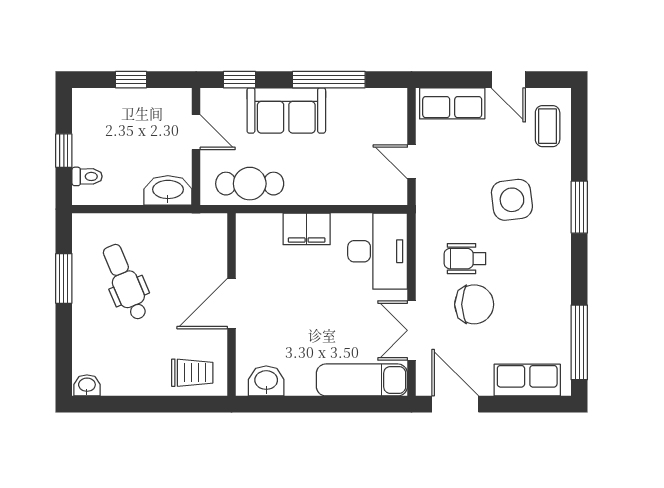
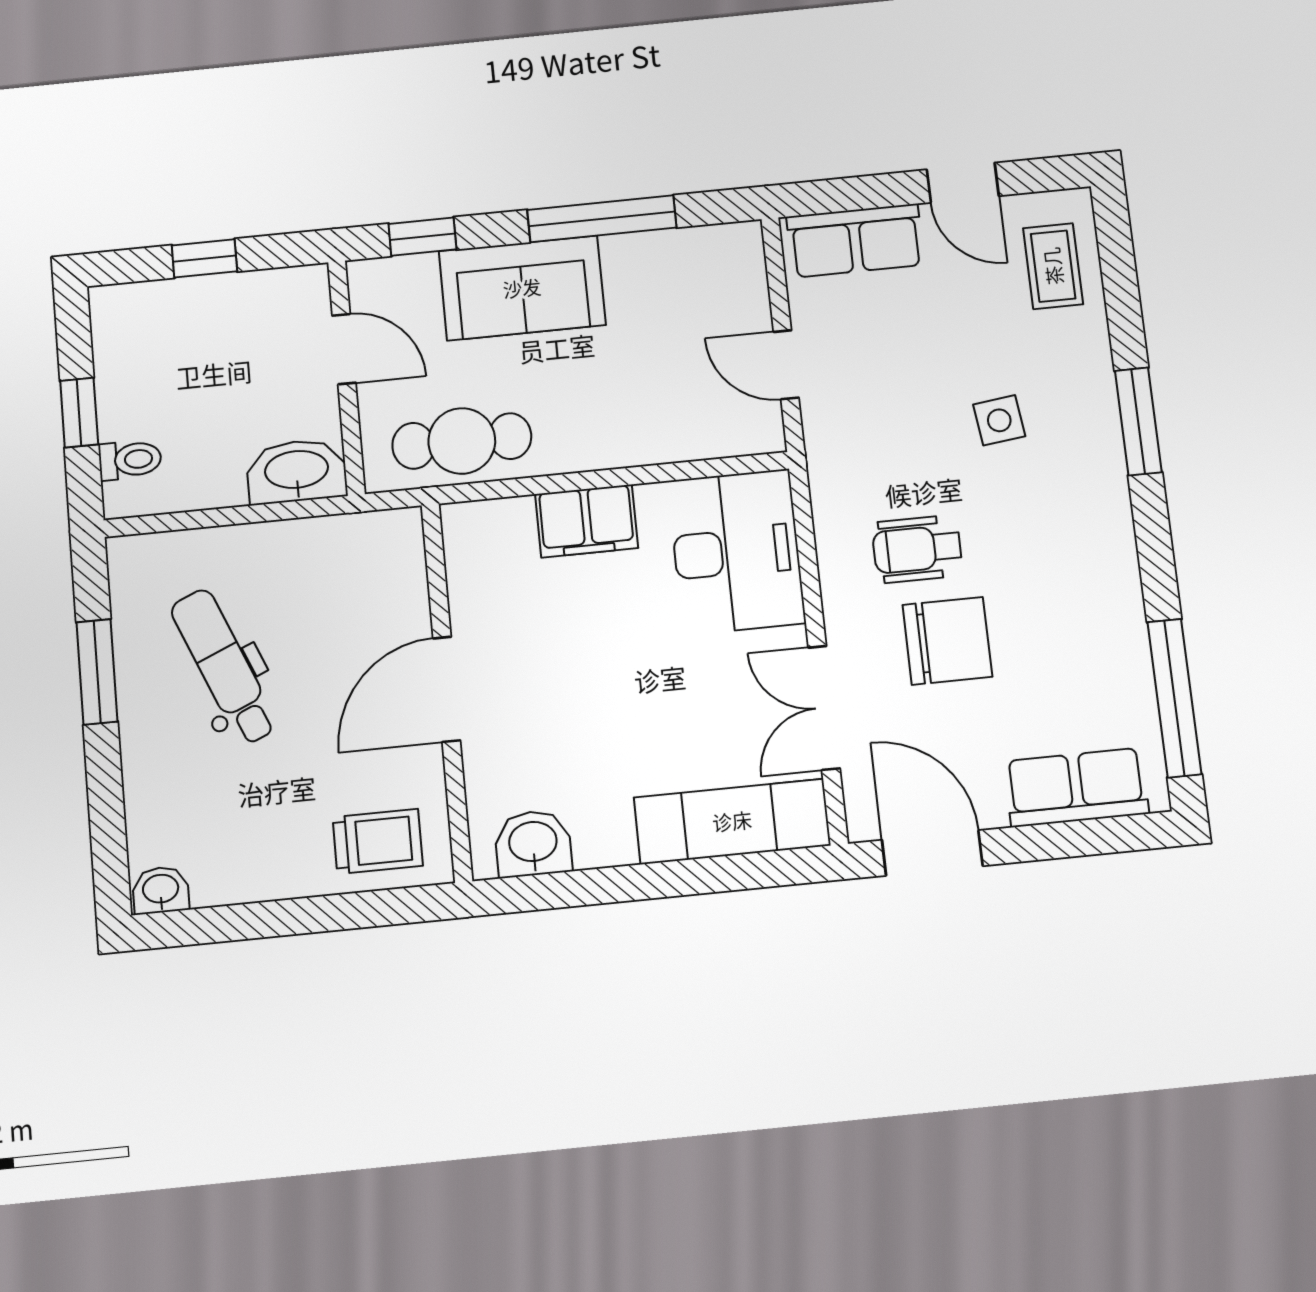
side table: (512, 200) -> (999, 420), width x0.54, depth x0.54

